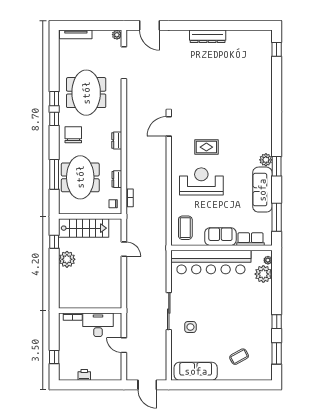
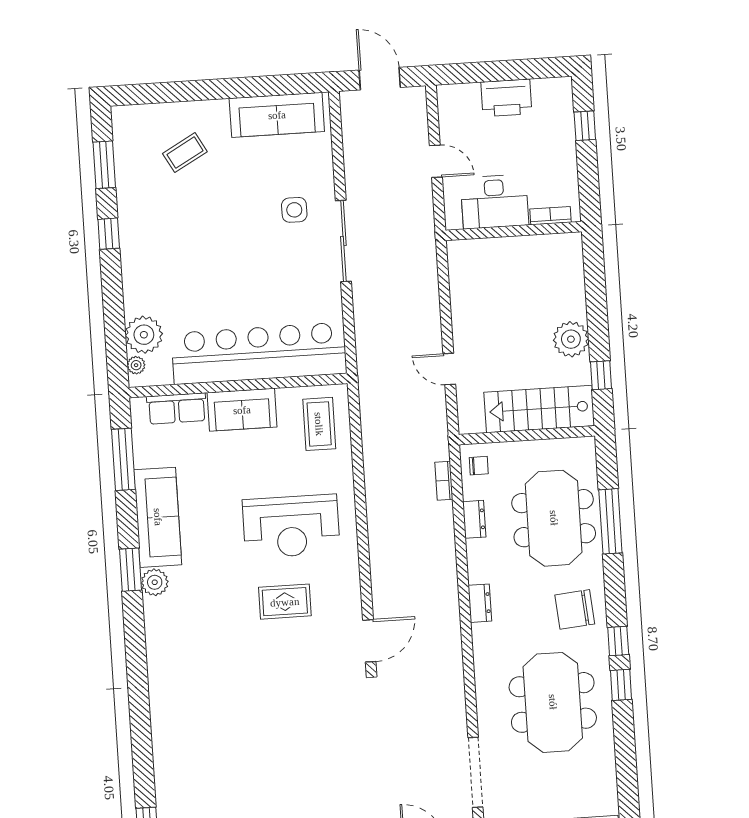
chair: (73, 135) -> (575, 609), turned 85
printer: (84, 375) -> (506, 98), width x1.87, depth x1.48

